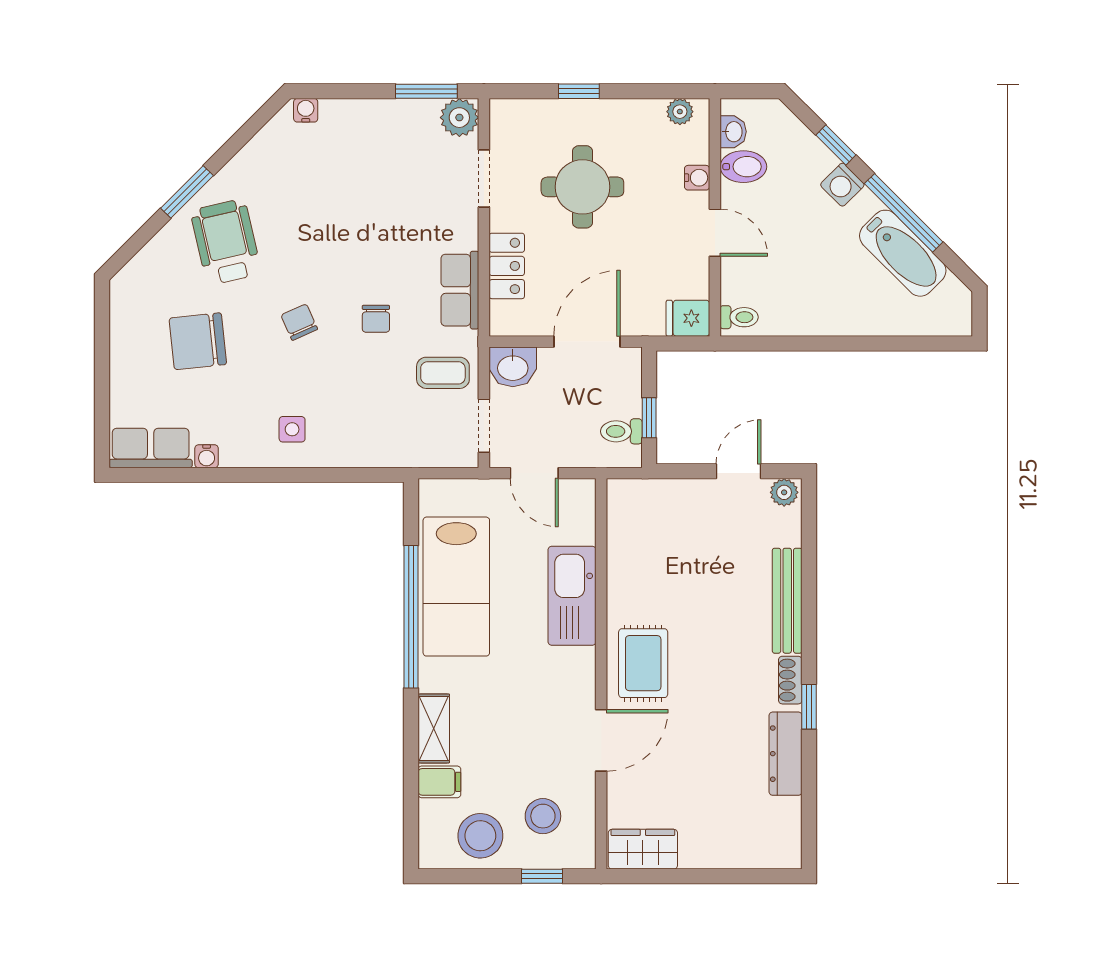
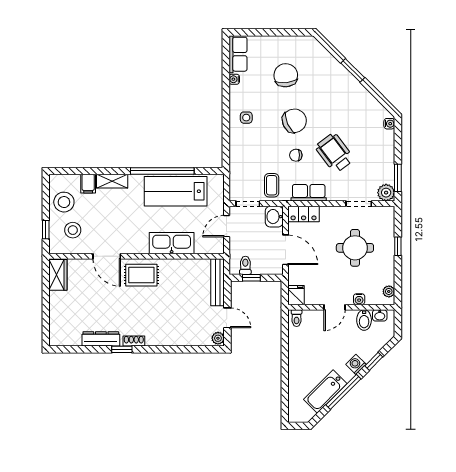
wheelchair: (226, 242) -> (335, 153), moved, turned -114
locker: (507, 266) -> (304, 214), moved
chair: (299, 322) -> (294, 121), width x1.87, depth x1.87
bench: (787, 601) -> (218, 282), moved, turned 90

